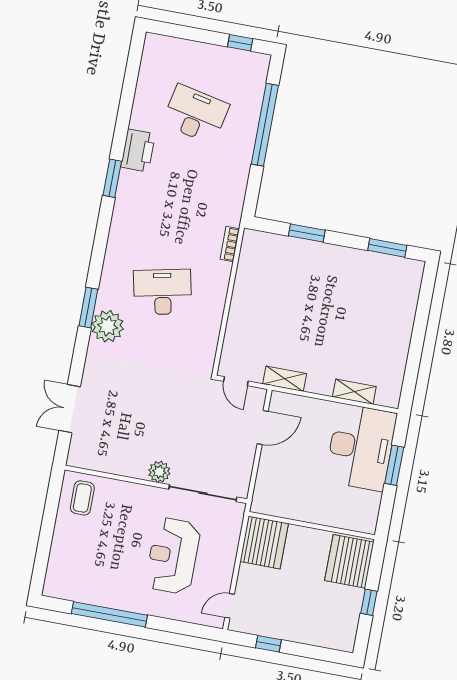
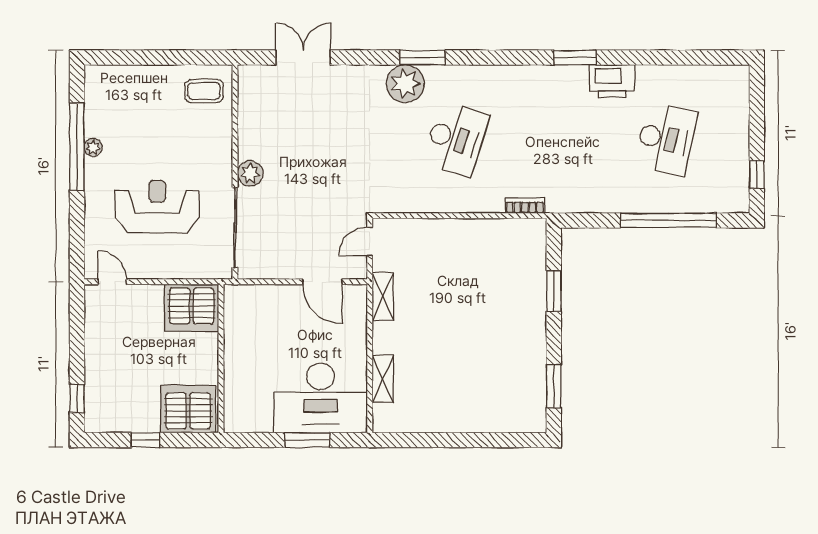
desk: (163, 292) -> (456, 139), turned 30
plant: (113, 601) -> (93, 147), added
window: (268, 644) -> (77, 399), moved

